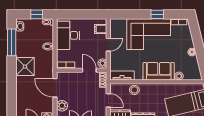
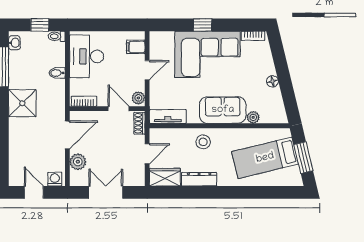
window: (157, 14) -> (203, 25), moved
door: (55, 88) -> (67, 135), swing flipped
stool: (134, 90) -> (203, 142), moved
door: (108, 100) -> (147, 154), hinge flipped

